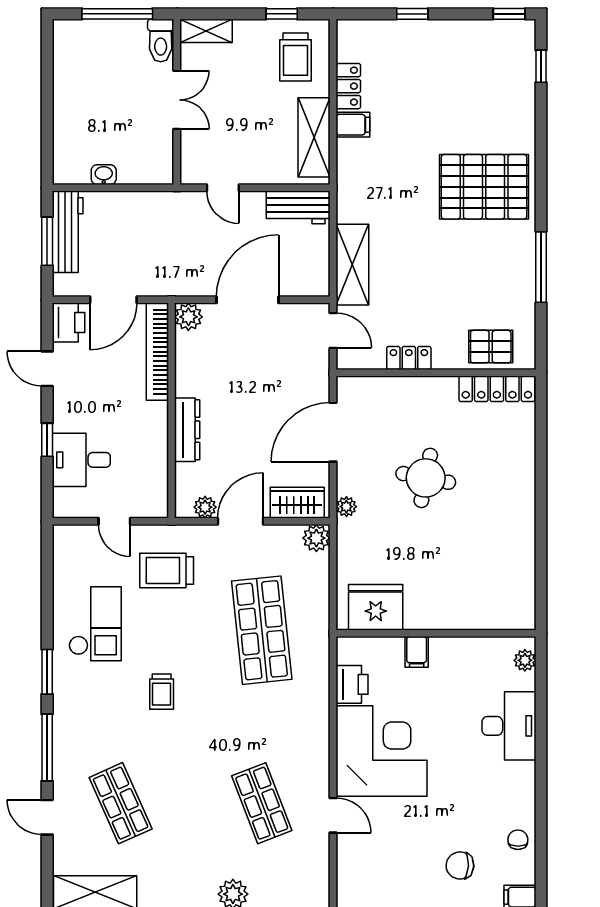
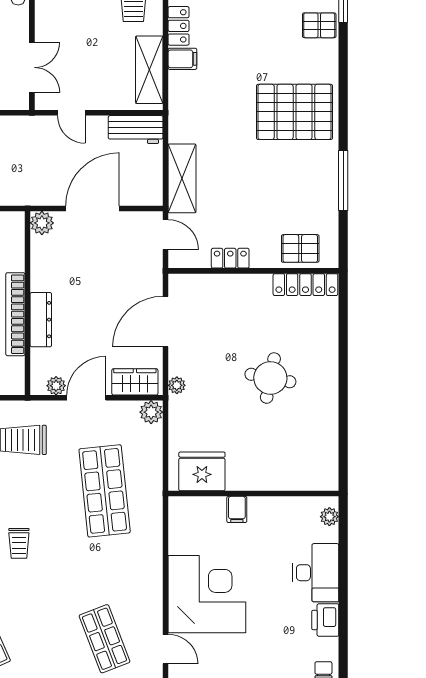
pallet: (513, 85) -> (319, 25), added
double door: (177, 100) -> (32, 67), moved
bookcase: (157, 352) -> (15, 314), moved
round table: (426, 478) -> (270, 378), moved
printer: (352, 684) -> (325, 620), moved, turned 180

